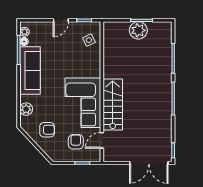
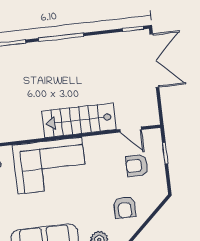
corner sofa: (83, 103) -> (50, 166), moved
armchair: (47, 130) -> (125, 207), turned 180

